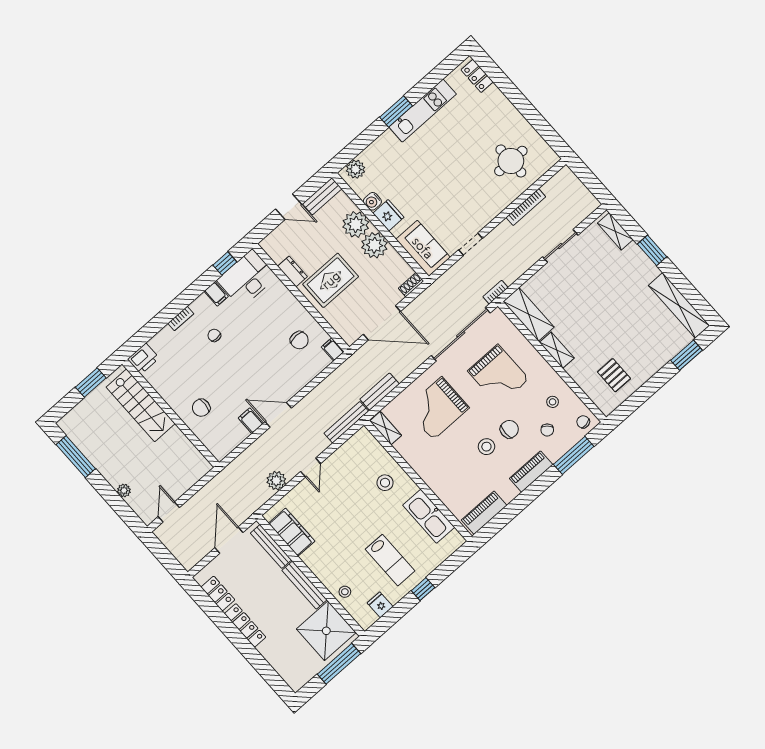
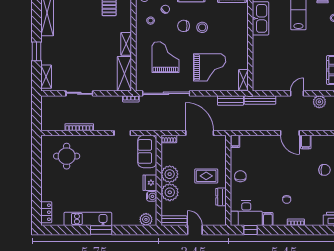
rug: (331, 280) -> (206, 176), width x0.73, depth x0.70
chair: (299, 340) -> (240, 176), moved
stool: (385, 483) -> (267, 54), removed

